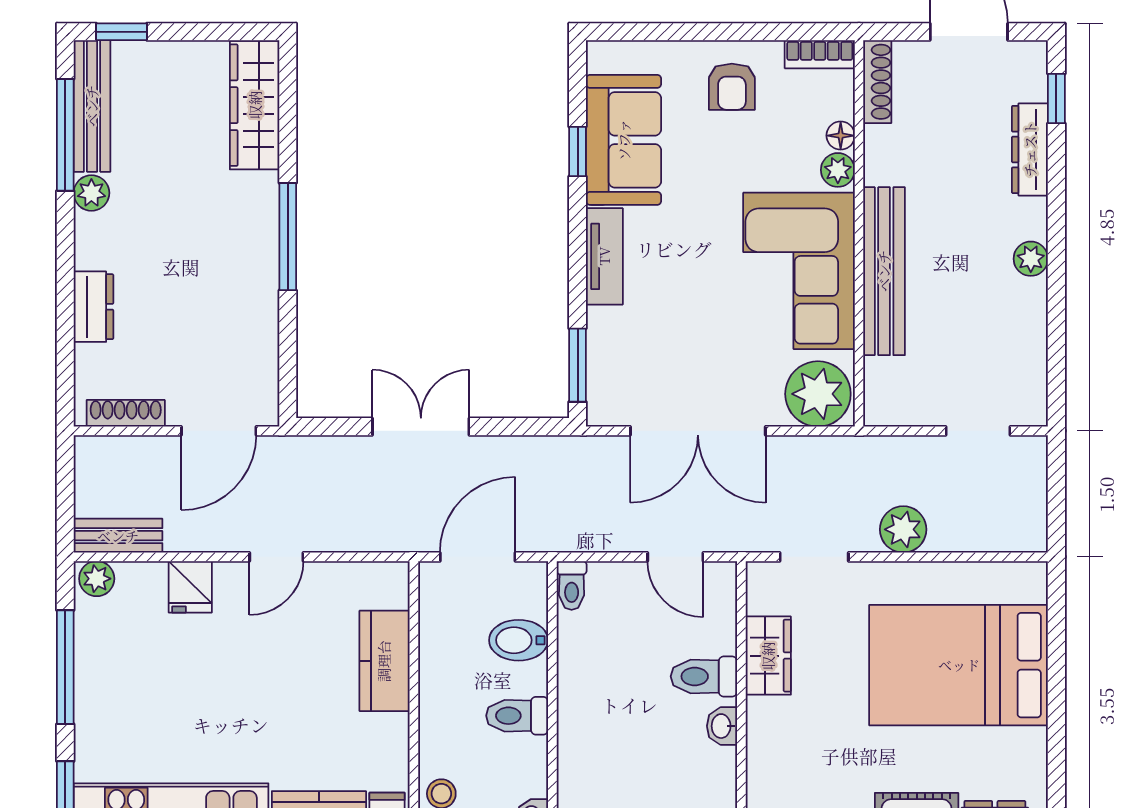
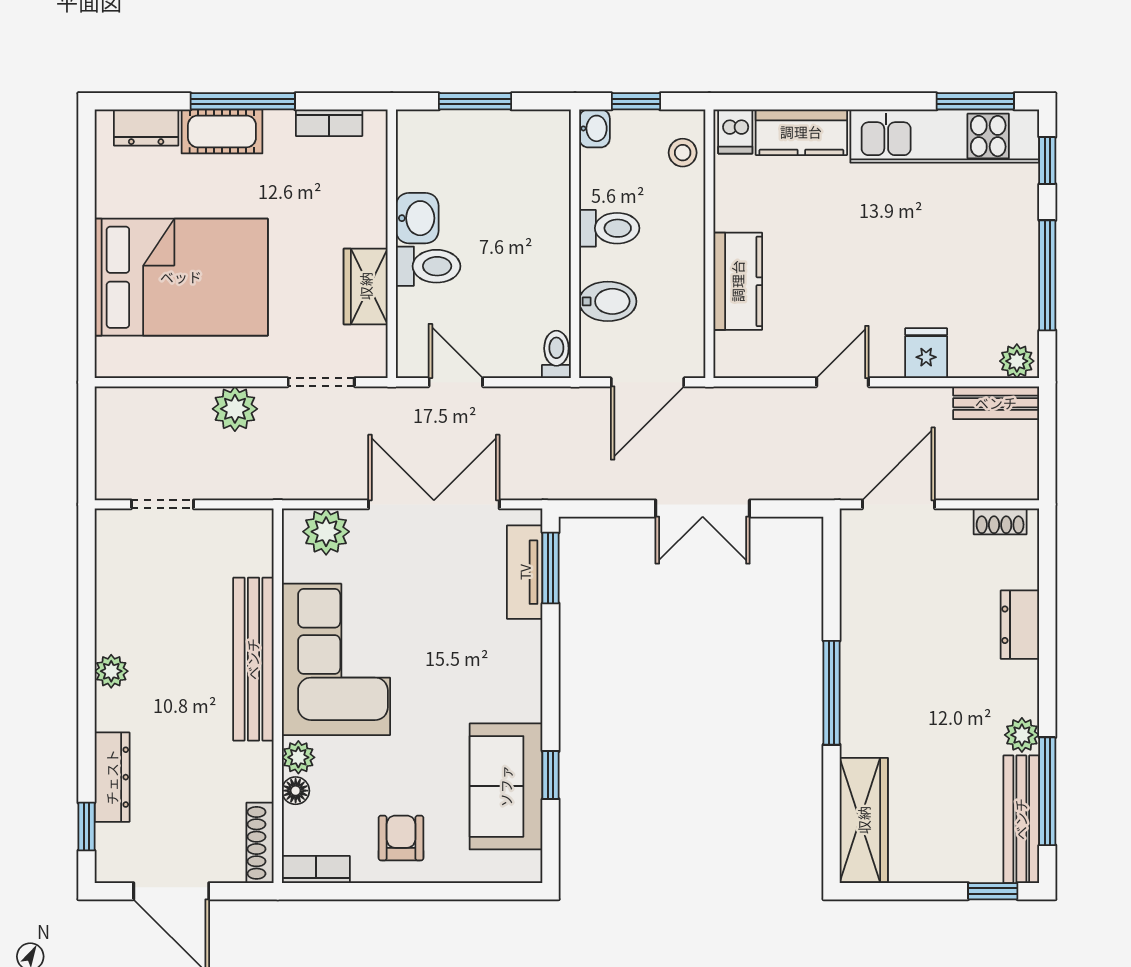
tv unit: (604, 256) -> (525, 572), moved
plant: (818, 394) -> (326, 532), width x0.73, depth x0.73
shoe rack: (126, 413) -> (1000, 521), width x0.70
washbasin: (722, 726) -> (417, 218), width x1.38, depth x1.45

